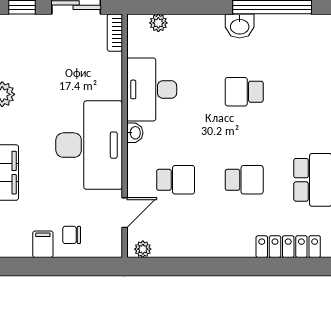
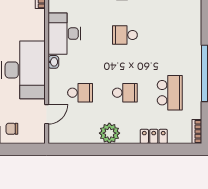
locker: (288, 247) -> (154, 136), width x0.66
plant: (143, 249) -> (109, 133), moved, width x1.87, depth x1.87

